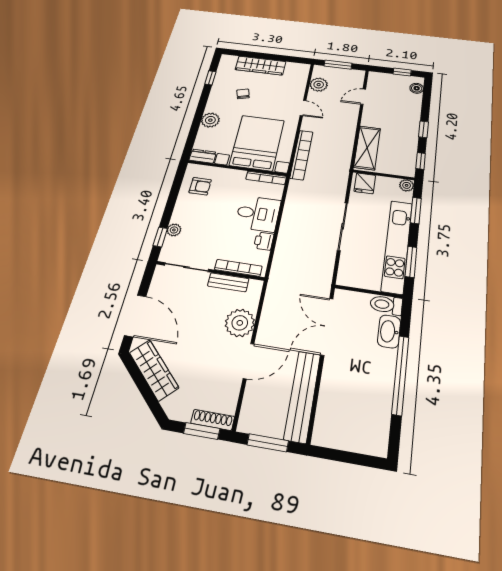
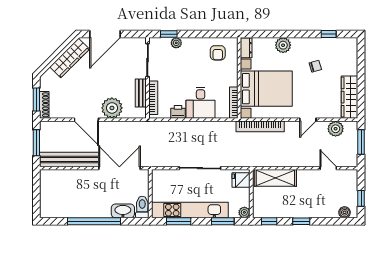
wardrobe: (260, 66) -> (349, 97), moved

